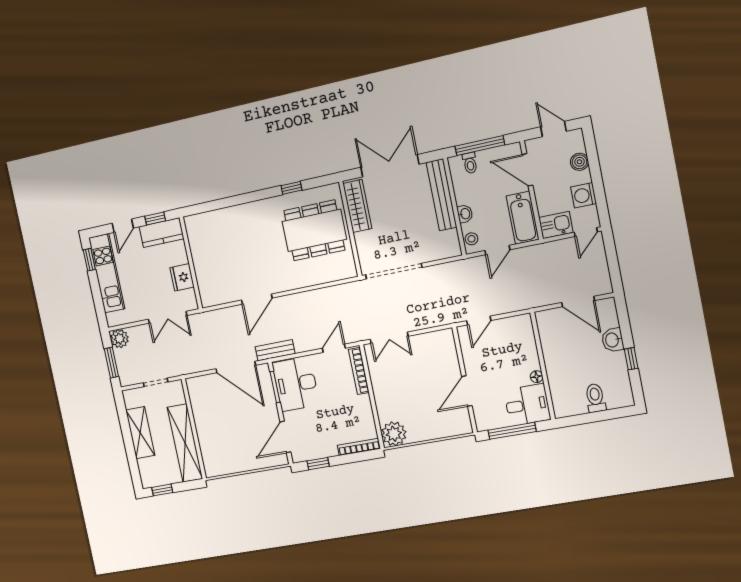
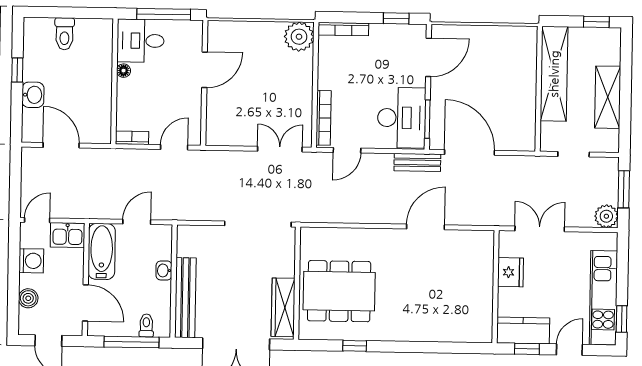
stool: (472, 239) -> (163, 241), removed
bookcase: (517, 321) -> (132, 138), added

